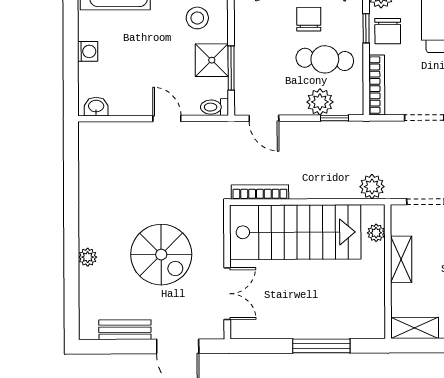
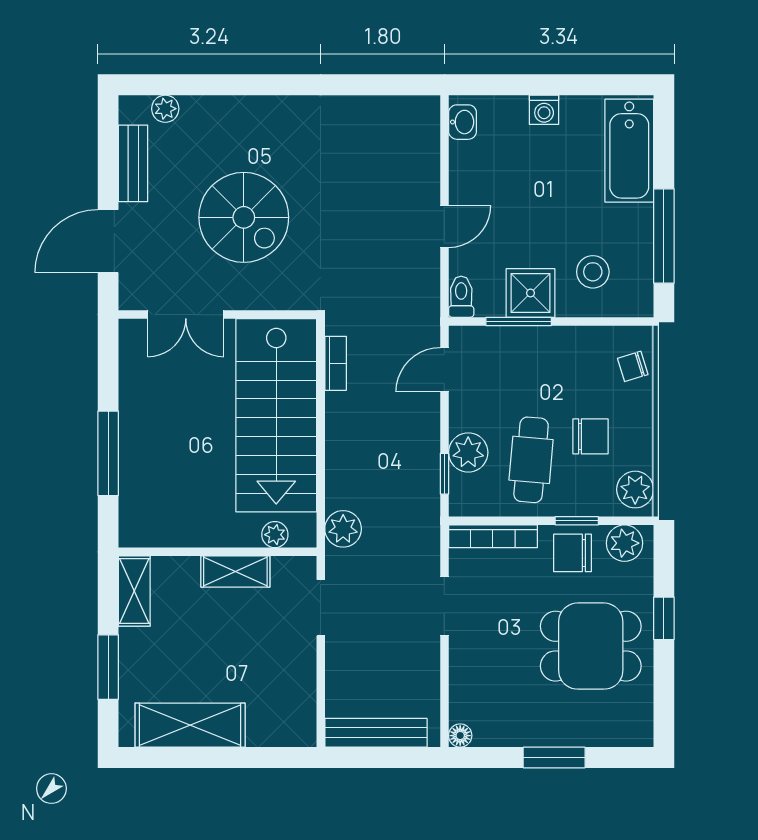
bookcase: (260, 192) -> (336, 363), width x0.64
spiral stairs: (161, 255) -> (244, 217), turned -90
plant: (88, 257) -> (165, 109), moved

